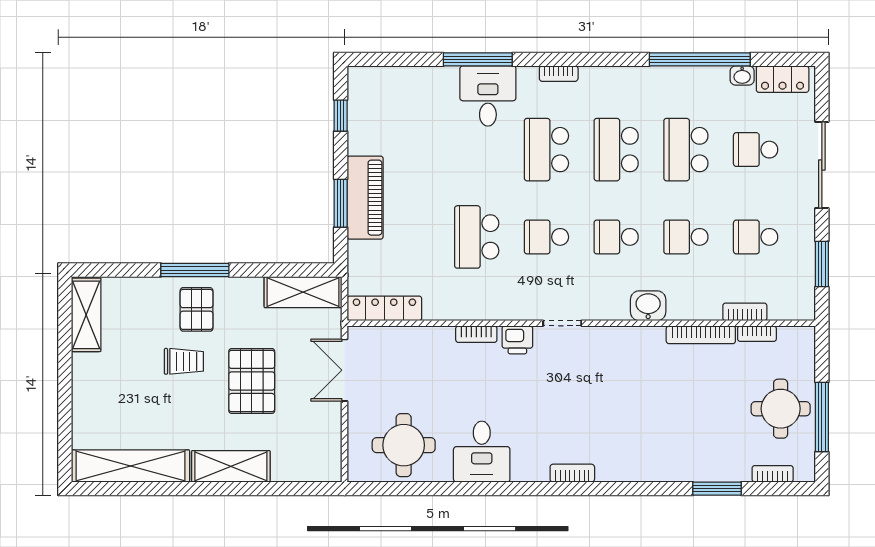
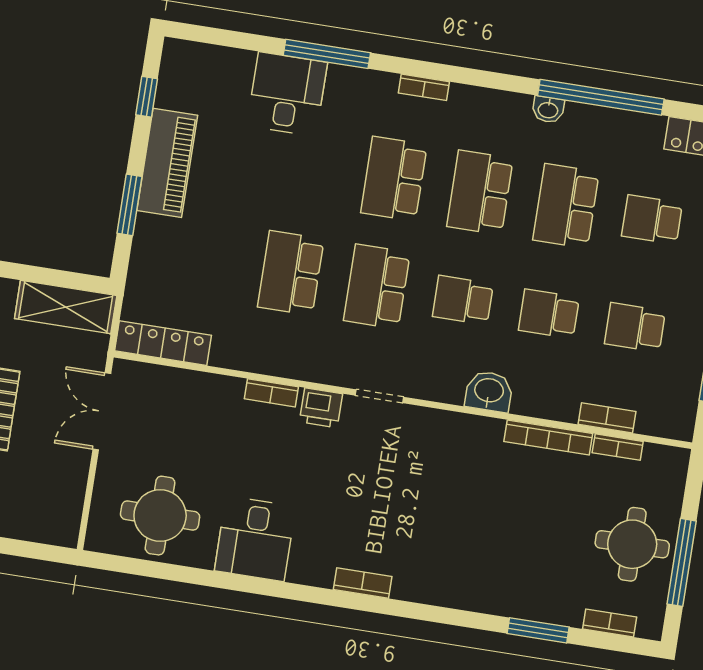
washbasin: (742, 76) -> (548, 110), moved
desk: (488, 96) -> (287, 94), moved
piano: (365, 198) -> (167, 163), moved
school desk: (546, 237) -> (377, 287), width x1.85

